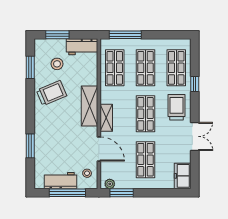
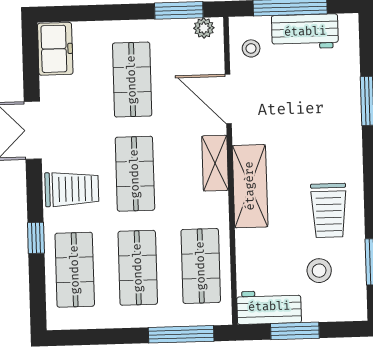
window: (57, 35) -> (295, 331), moved
trolley: (51, 93) -> (329, 210), turned -67
trolley: (176, 107) -> (72, 189), turned -90

